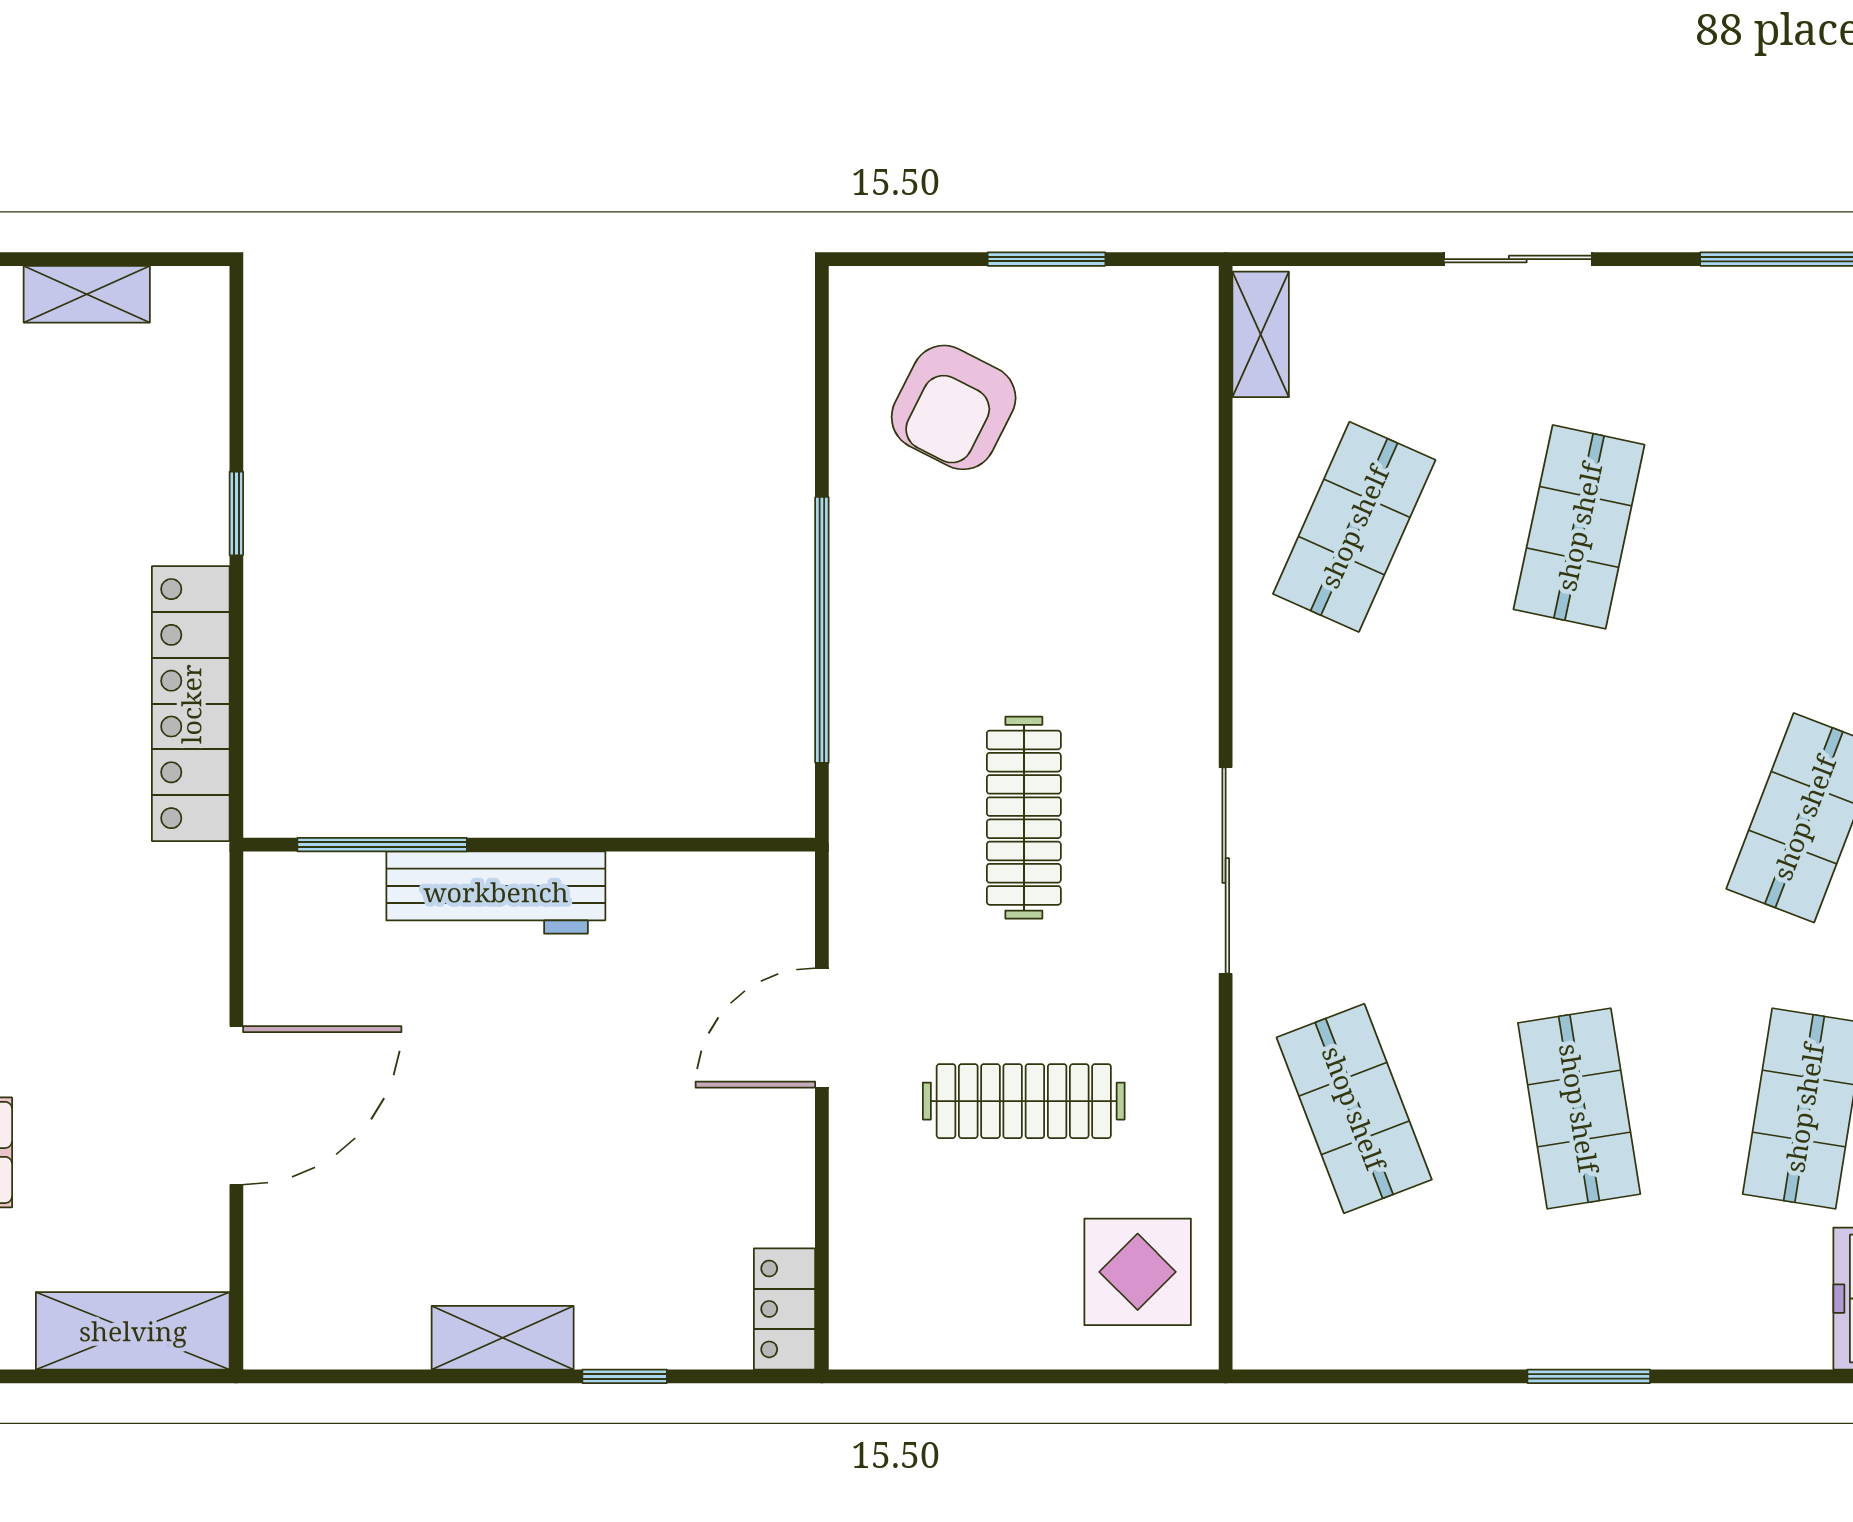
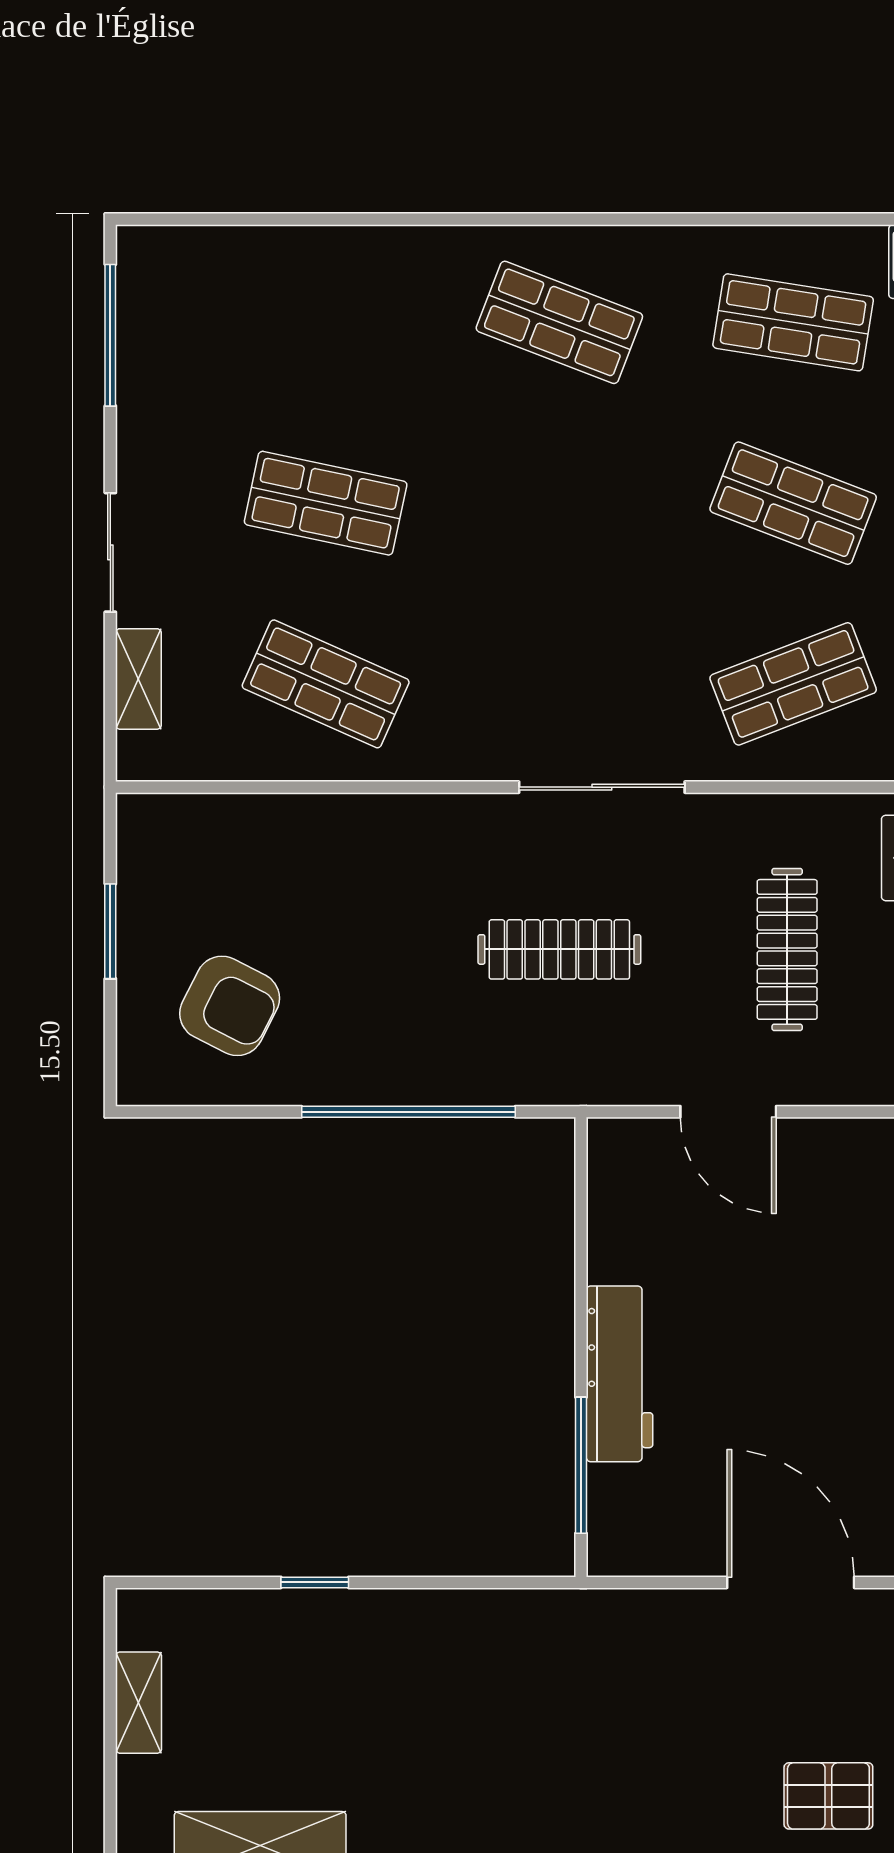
shelving: (1261, 334) -> (138, 679), moved, turned 90
locker: (191, 704) -> (468, 1619), removed
shop shelf: (1579, 1108) -> (793, 503), turned 30

